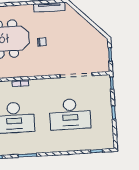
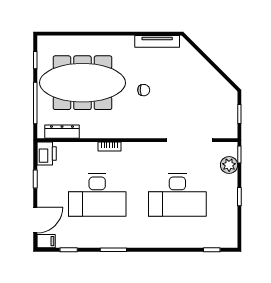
plant: (105, 91) -> (229, 165), added

